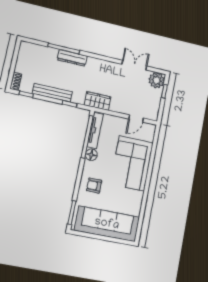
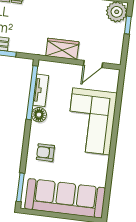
wardrobe: (98, 101) -> (62, 49), moved
tv unit: (95, 130) -> (41, 90), width x0.71

